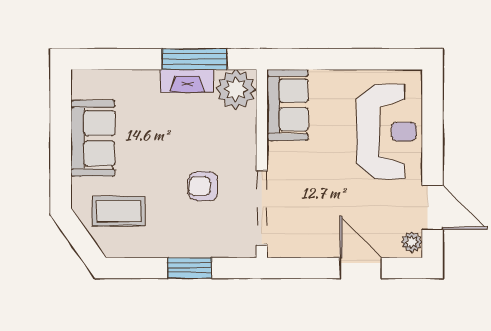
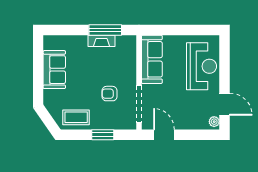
plant: (236, 89) -> (126, 45), removed
sofa: (288, 105) -> (152, 59), width x1.36
coffee table: (118, 211) -> (76, 117), moved
door: (361, 268) -> (164, 135), moved

